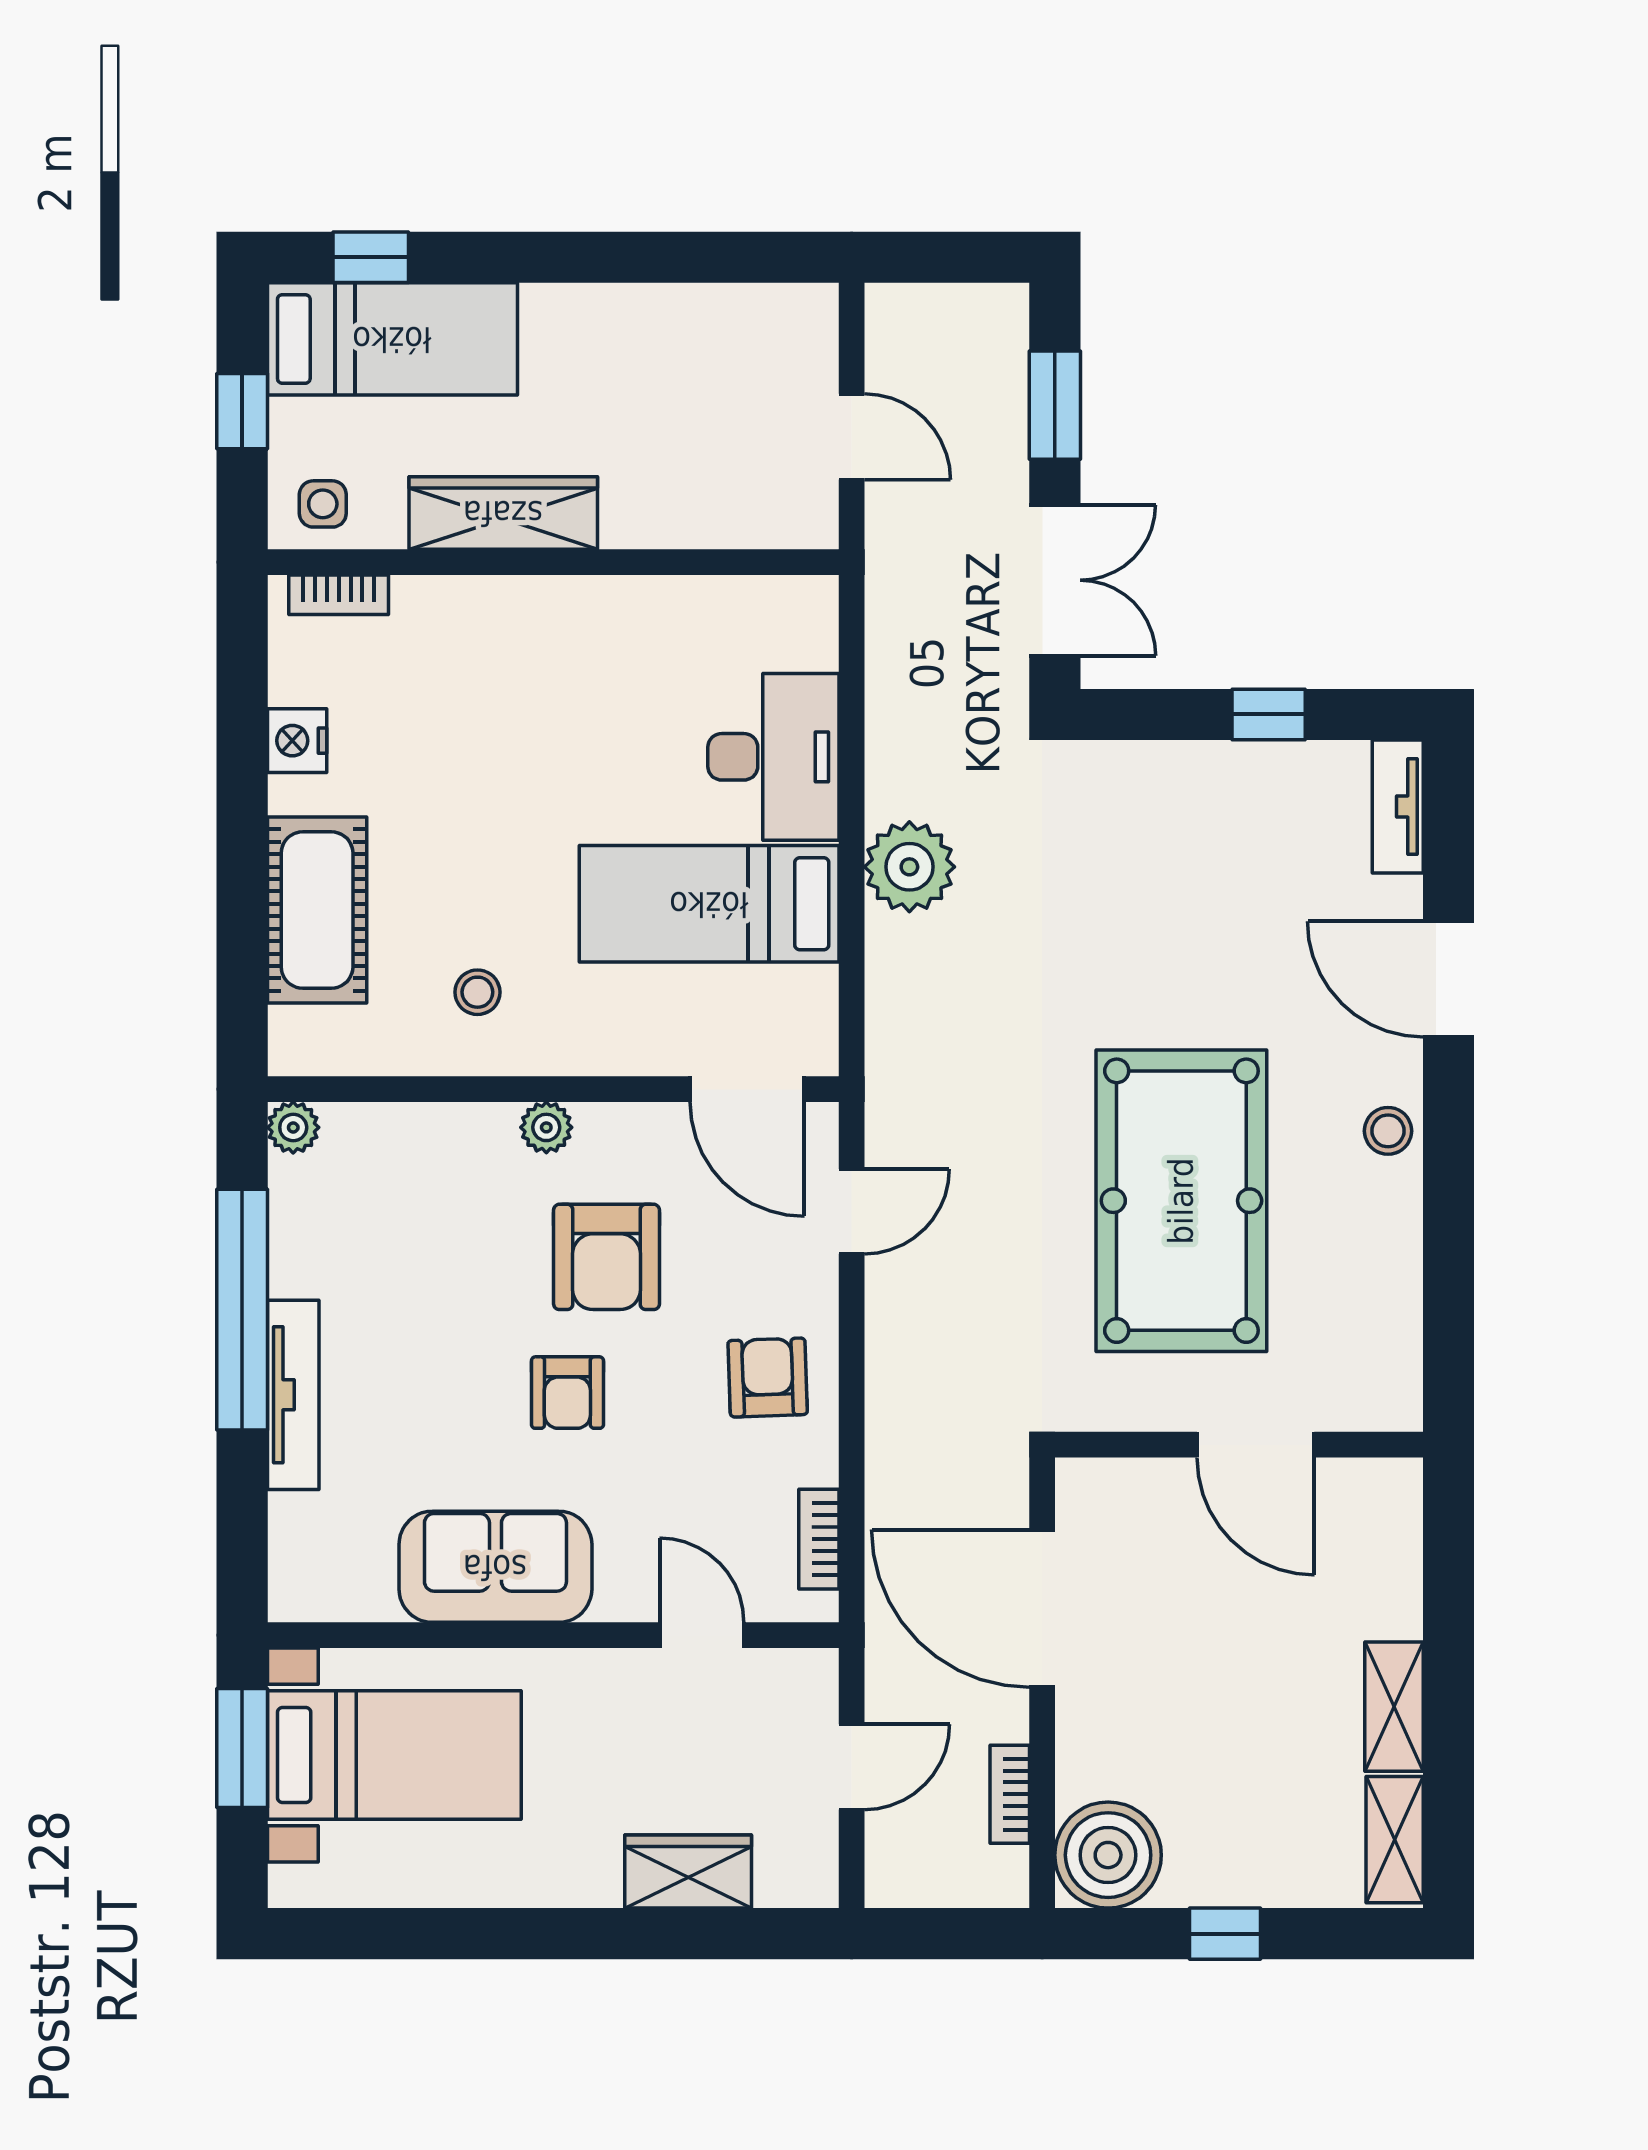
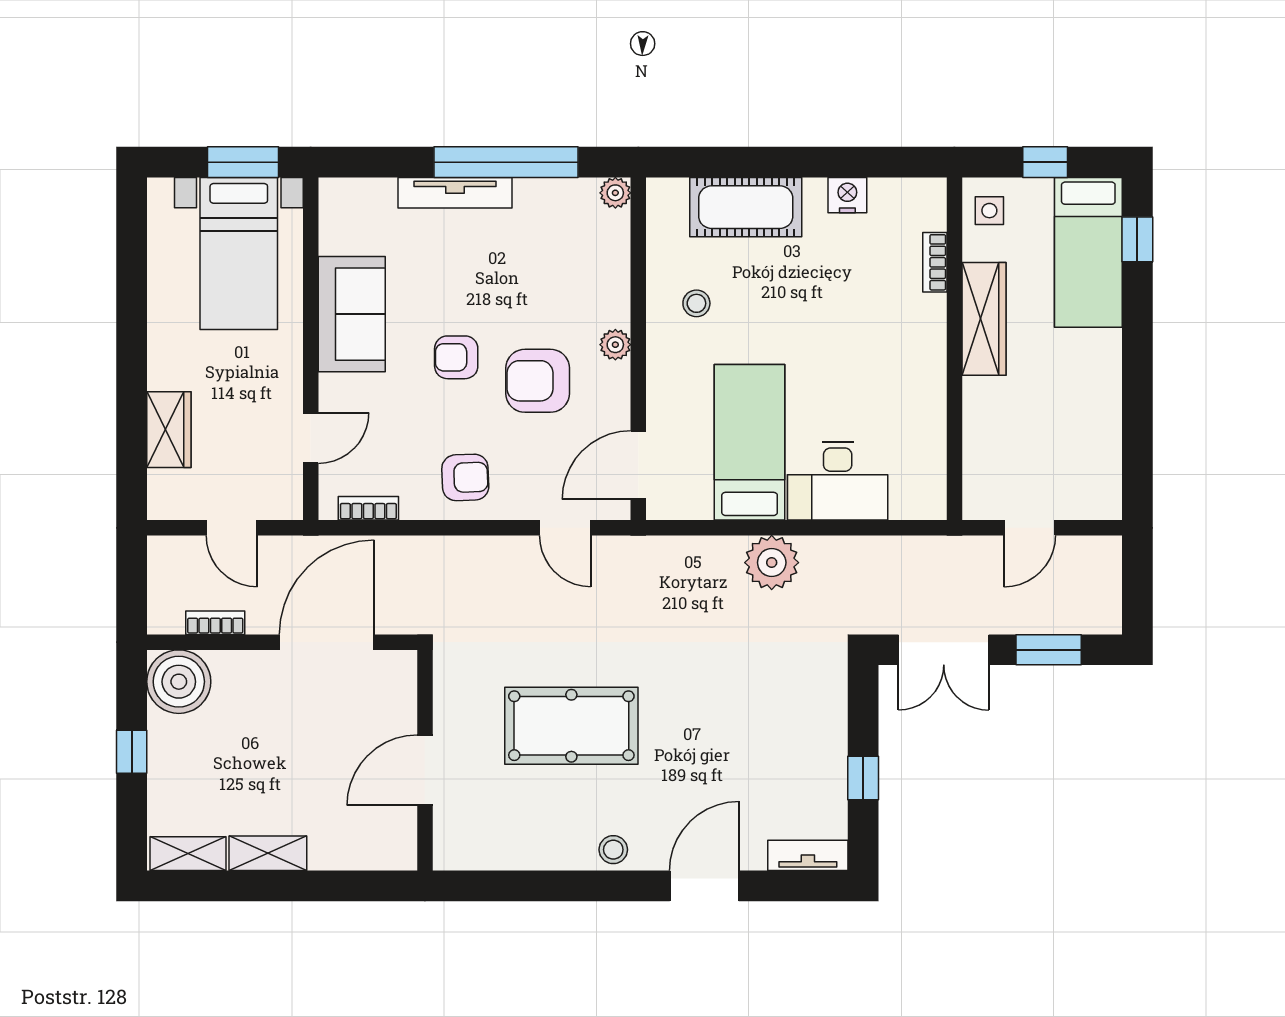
bookcase: (339, 595) -> (935, 262), moved
pool table: (1181, 1201) -> (571, 726), width x0.73, depth x0.76

